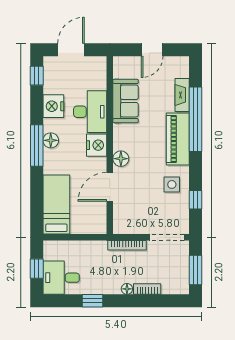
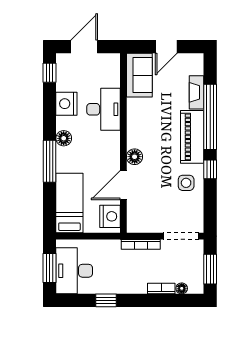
sofa: (126, 101) -> (139, 75), moved
nightstand: (97, 145) -> (110, 216), moved
window: (37, 146) -> (50, 161), moved
window: (196, 200) -> (210, 169), moved
window: (37, 269) -> (50, 268), width x1.50
desk: (61, 278) -> (74, 271), width x1.37
floor lamp: (127, 289) -> (182, 288), moved

